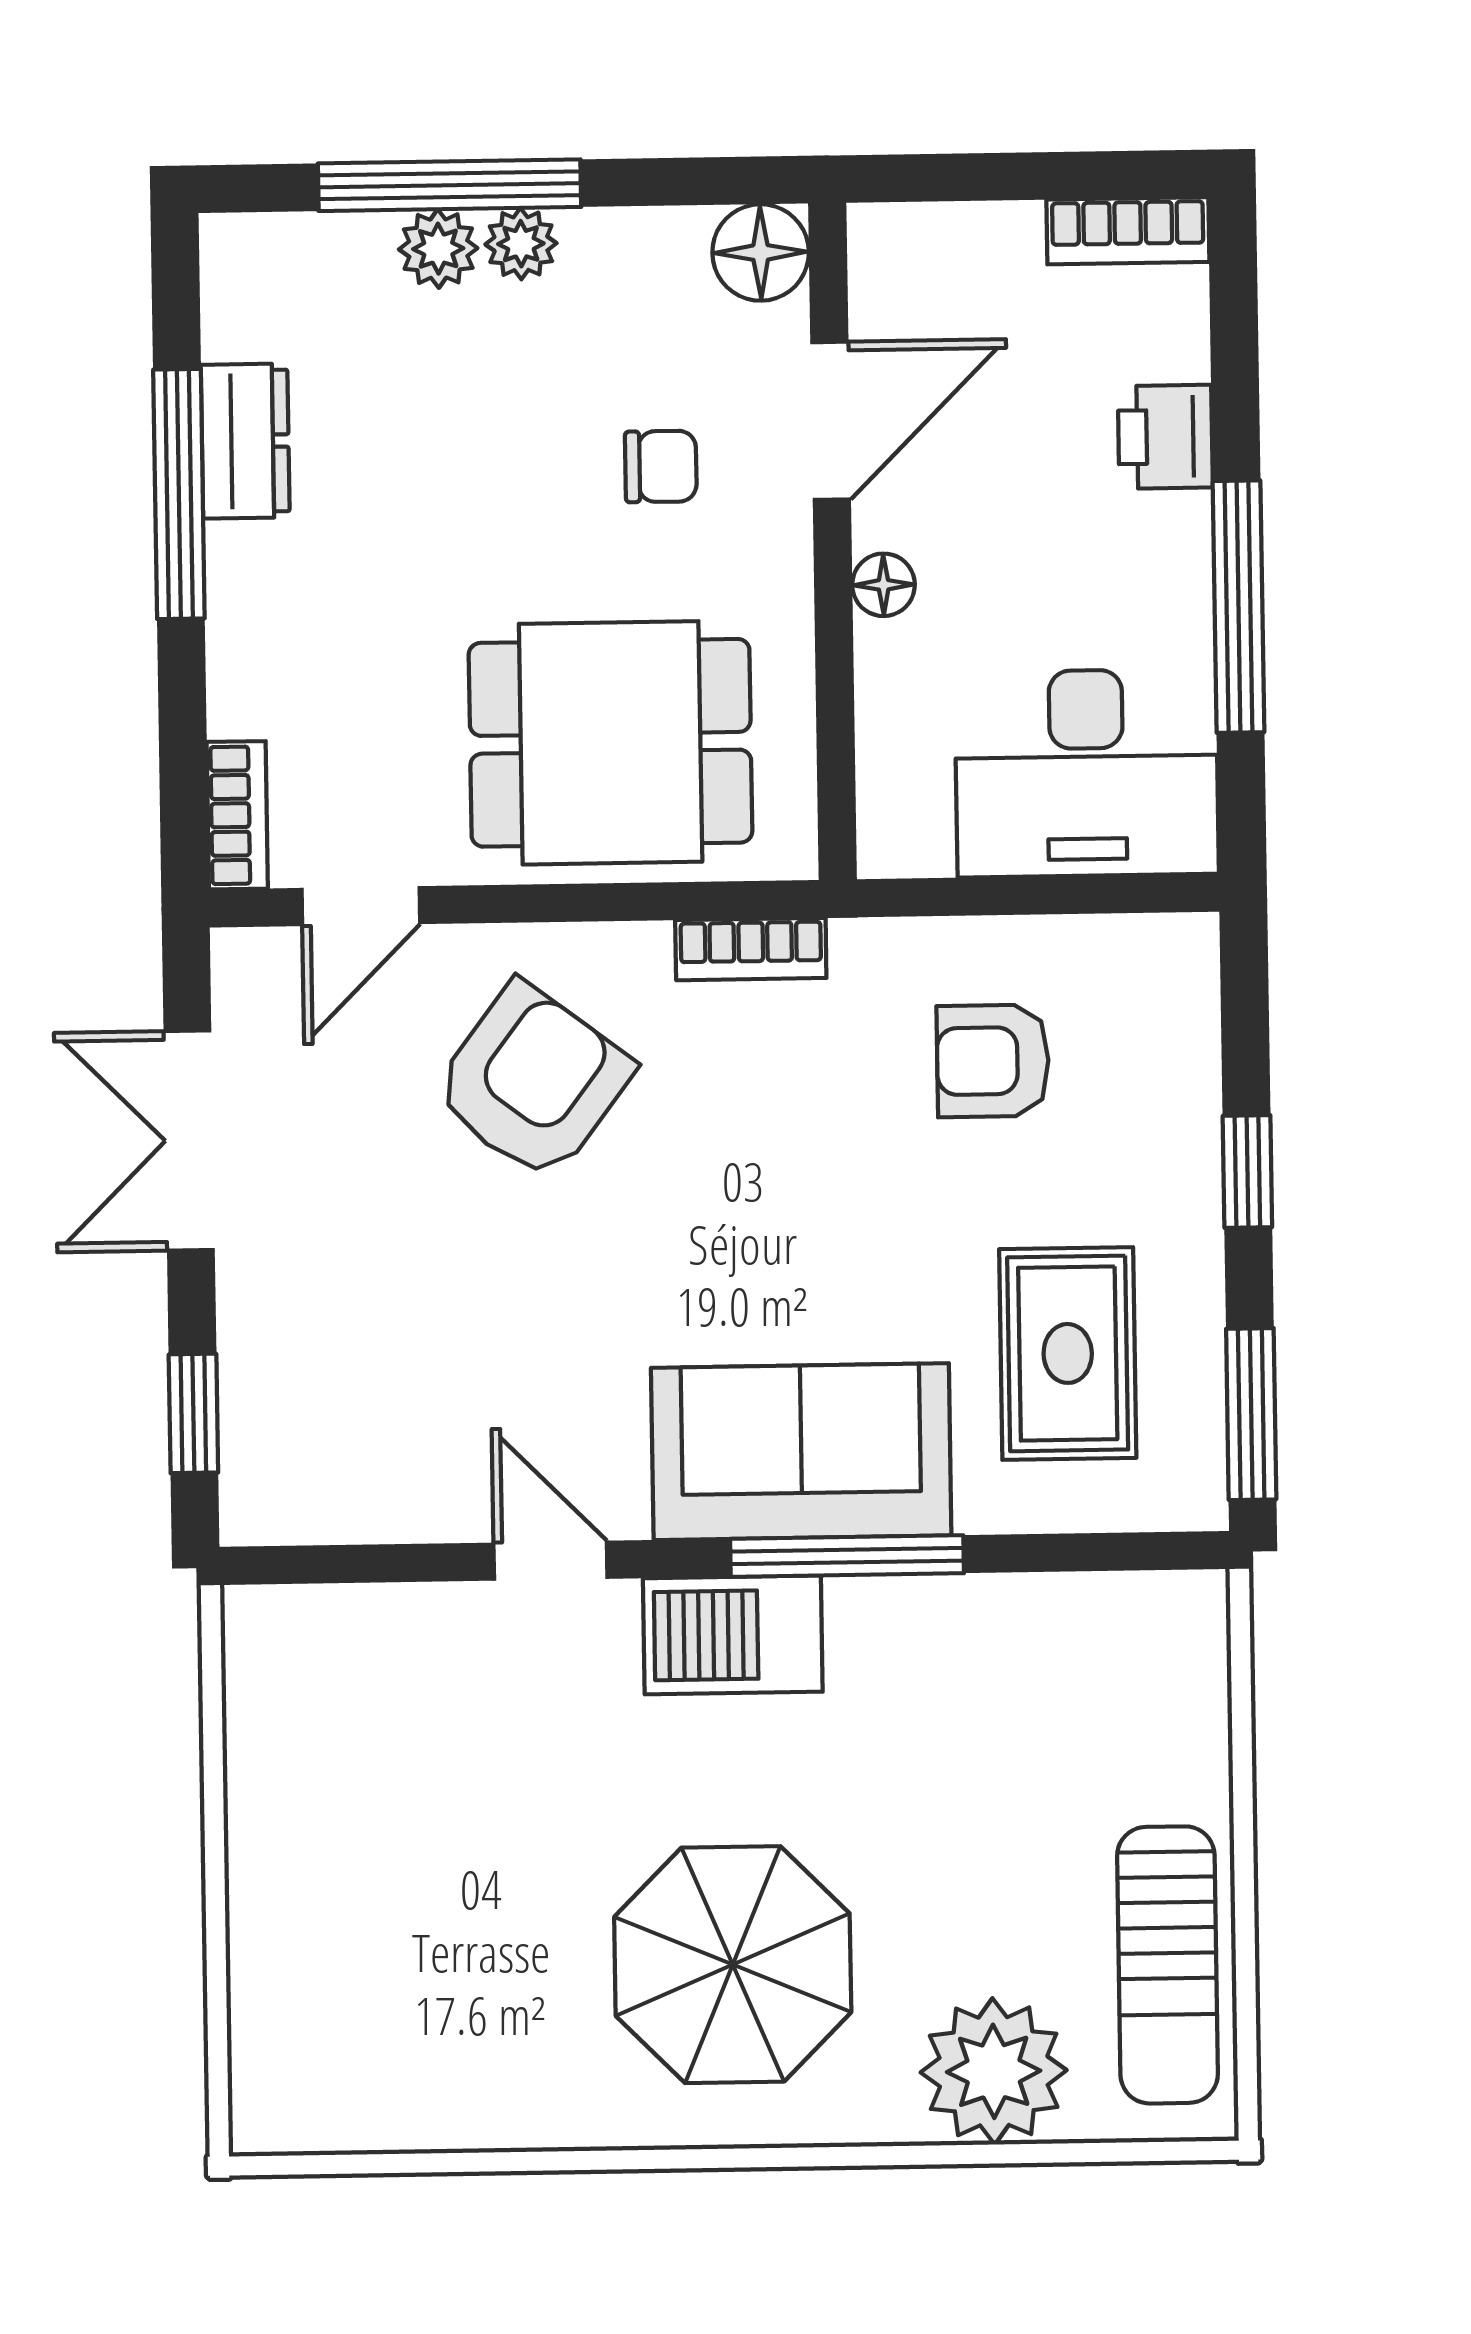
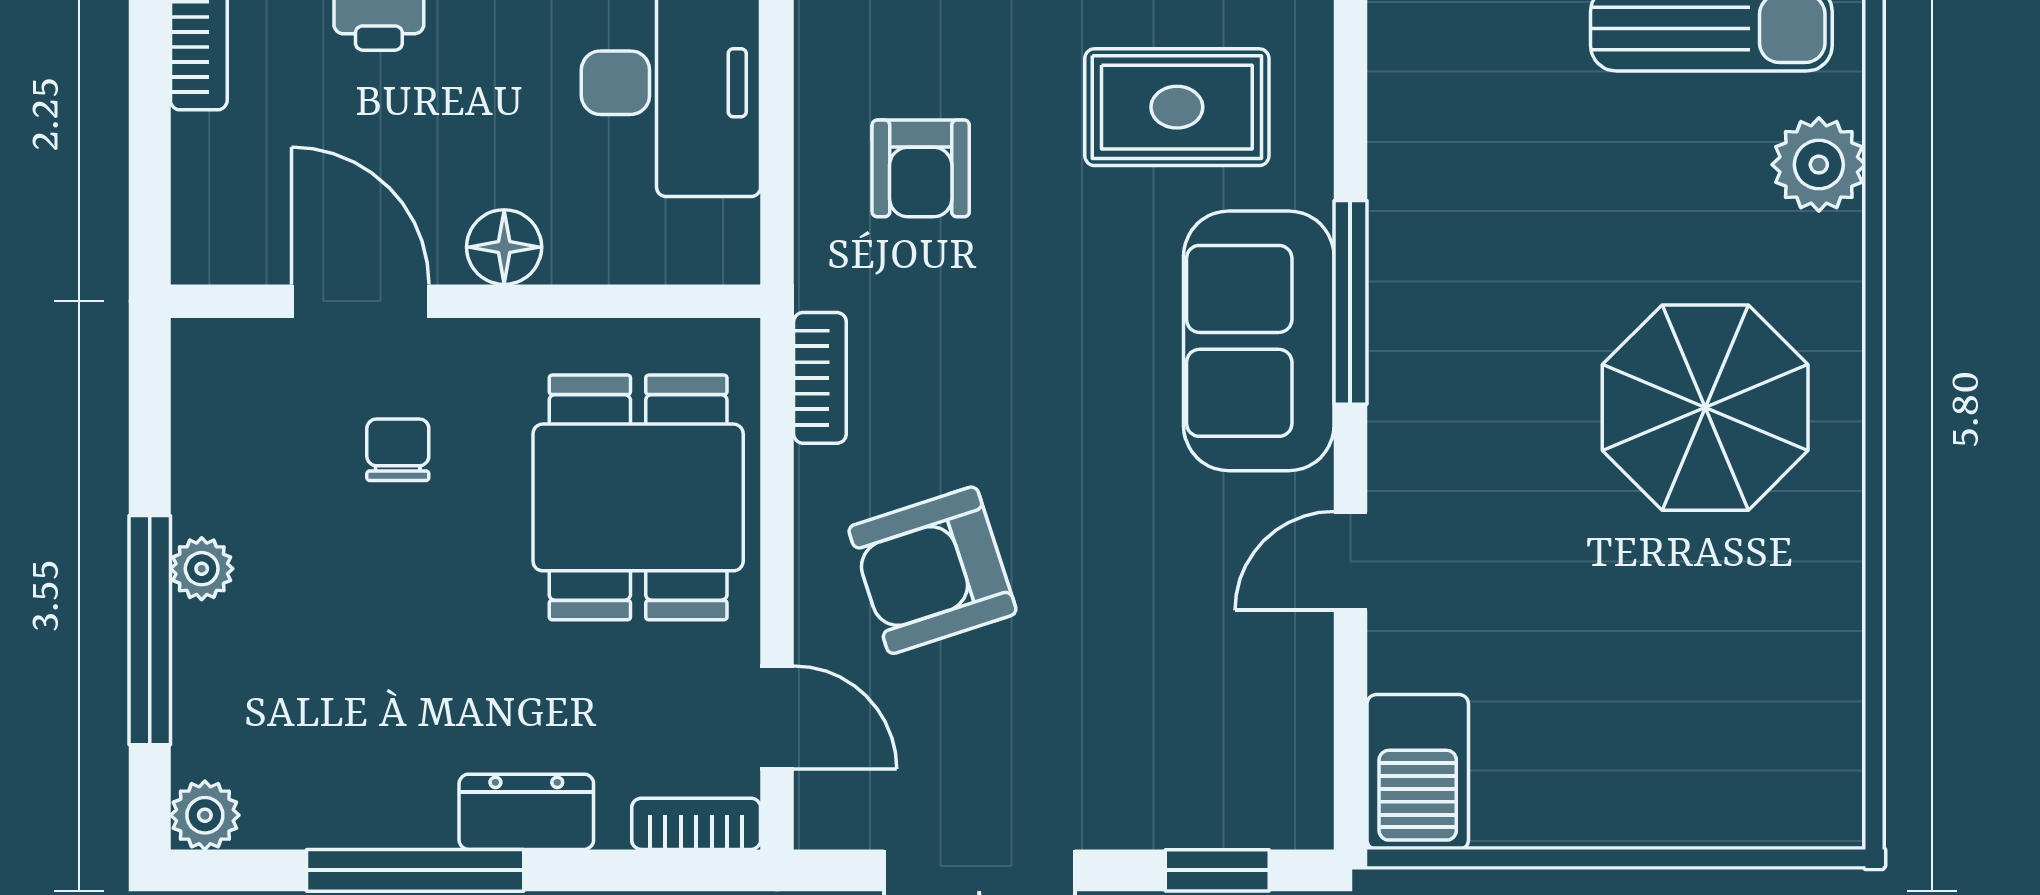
plant: (438, 249) -> (205, 815), moved
floor lamp: (761, 252) -> (213, 360), removed
dresser: (245, 441) -> (526, 812), moved
floor lamp: (884, 585) -> (504, 247), width x1.37, depth x1.37
armchair: (532, 1082) -> (932, 570), turned -55
barbecue: (733, 1635) -> (1418, 772), moved
plant: (994, 2071) -> (1819, 165), width x0.73, depth x0.73

